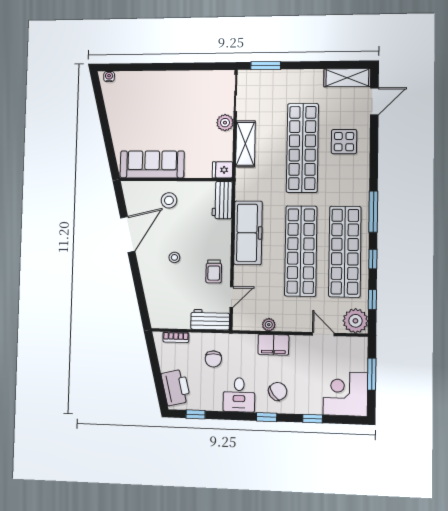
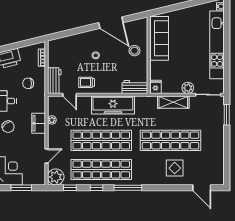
shelving: (347, 78) -> (218, 170), removed
kitchen unit: (164, 81) -> (217, 45), added

